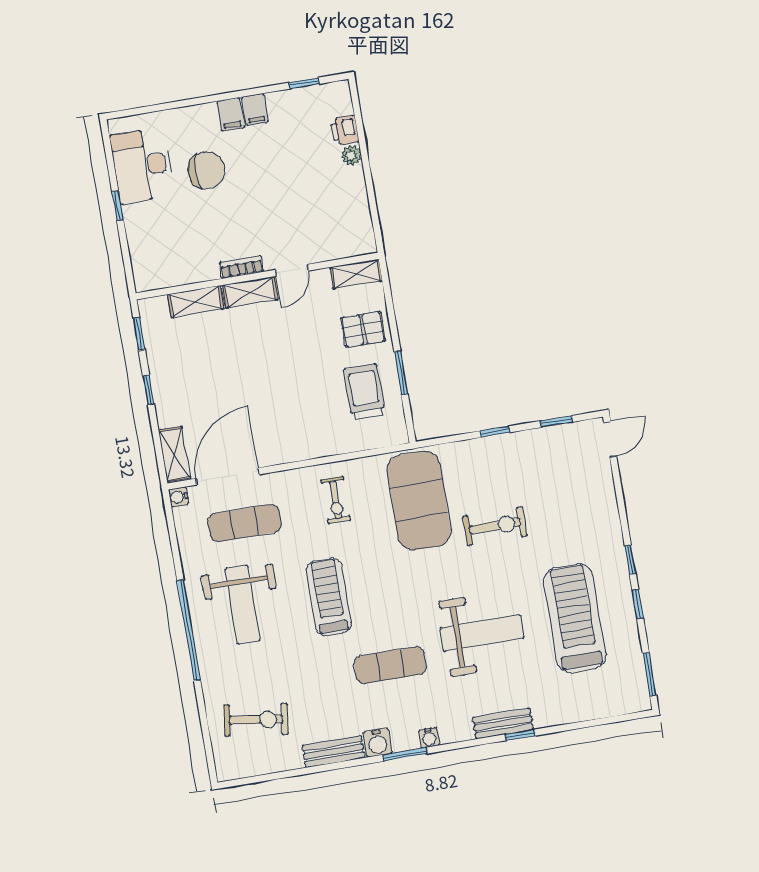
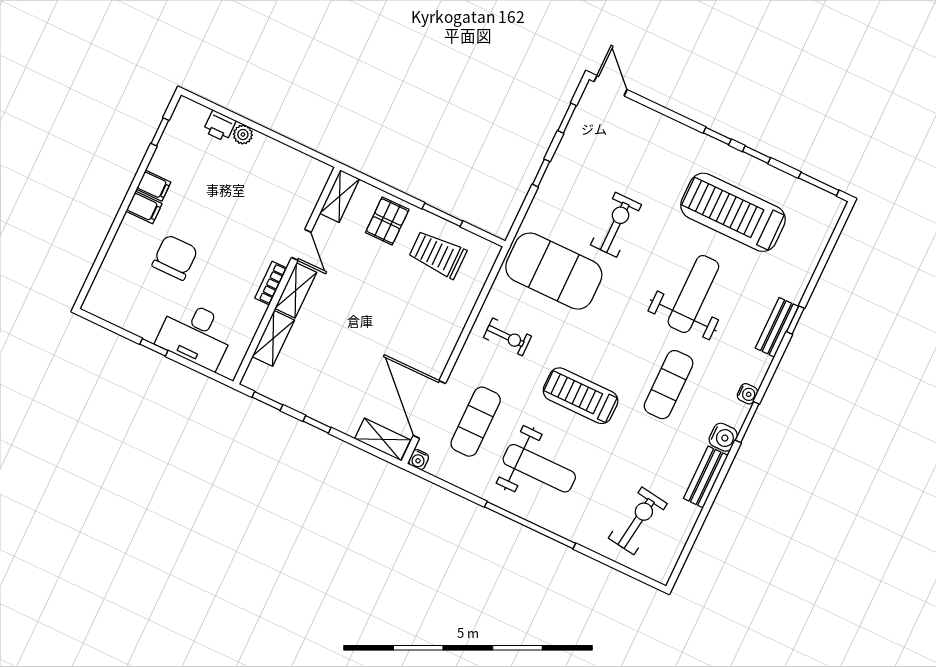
desk: (142, 166) -> (196, 334), moved

